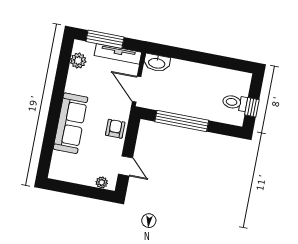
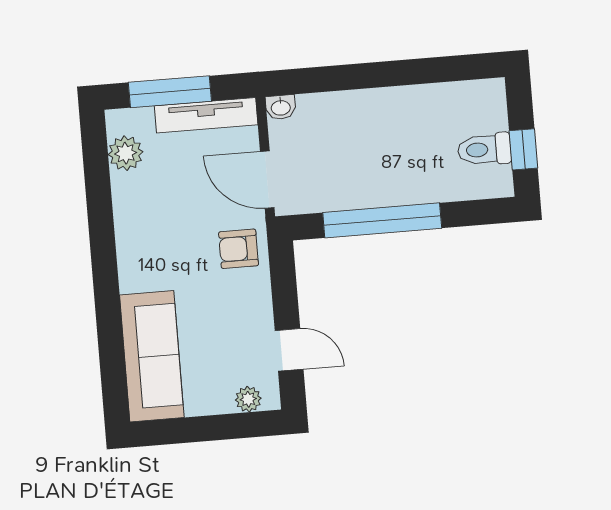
washbasin: (157, 63) -> (281, 107), width x0.52, depth x0.69
sofa: (71, 123) -> (152, 356), moved
armchair: (115, 129) -> (239, 249), moved, turned -90

